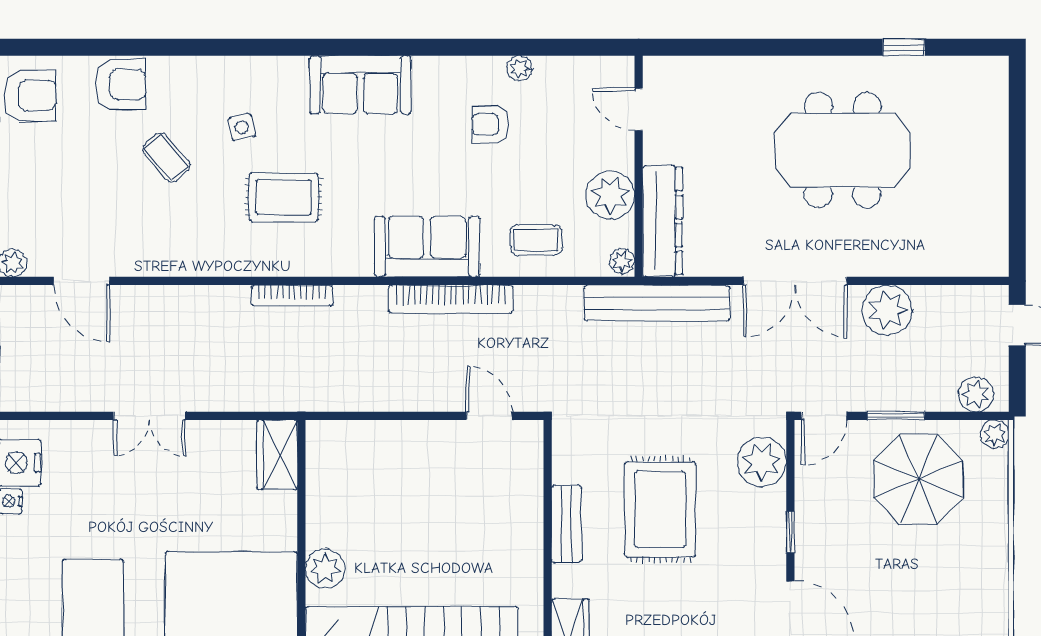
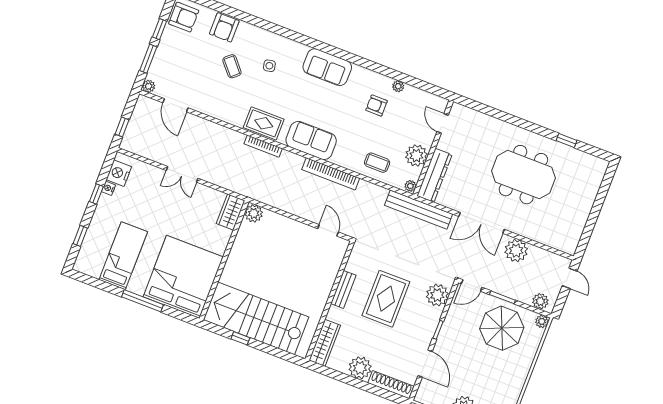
armchair: (120, 84) -> (224, 27), turned 90
rug: (284, 197) -> (264, 123), moved
sofa: (427, 247) -> (311, 141), moved
plant: (325, 569) -> (254, 213), moved

